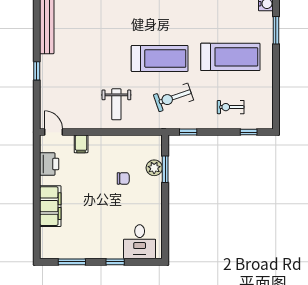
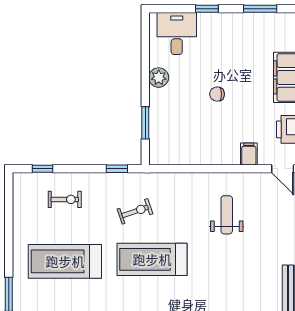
exercise bike: (173, 97) -> (135, 211), width x0.73, depth x0.72
weight bench: (116, 104) -> (227, 215), moved
plant: (154, 168) -> (159, 78), moved
chair: (123, 178) -> (217, 94), moved

